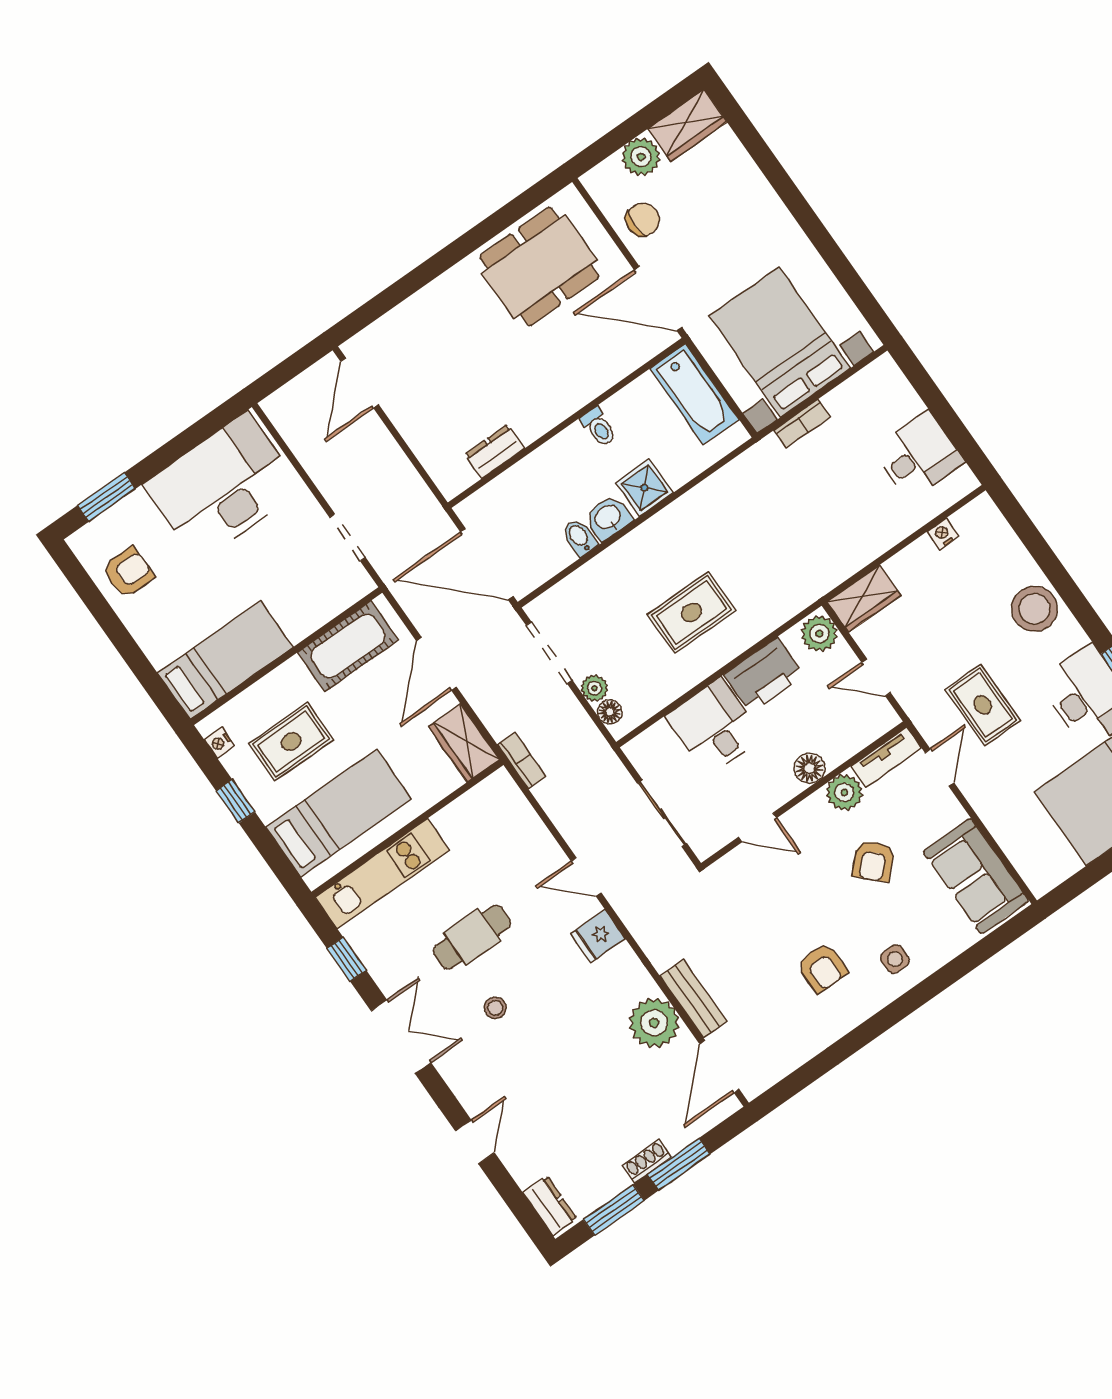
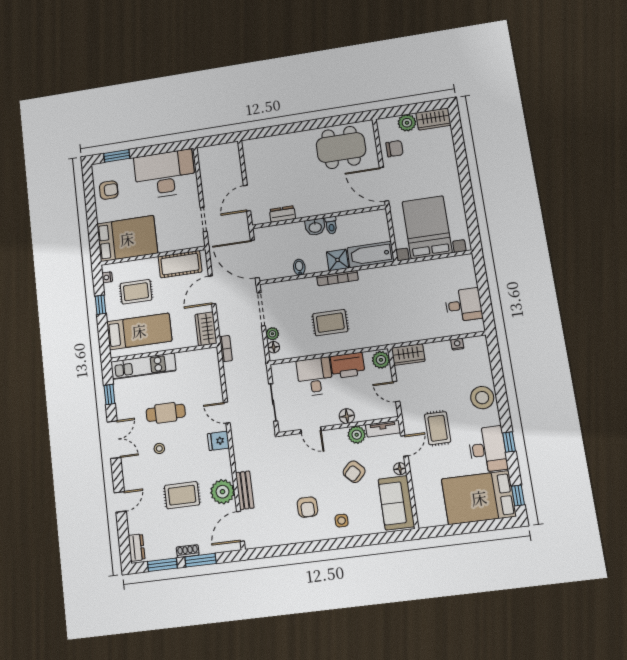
door: (360, 383) -> (247, 198), moved
bathtub: (694, 394) -> (371, 255), moved, turned 90
bookcase: (802, 423) -> (337, 278), moved, width x1.56
washbasin: (608, 518) -> (315, 227), moved, turned 180
bed: (225, 660) -> (127, 239), width x1.50
floor lamp: (952, 813) -> (400, 469), added
rug: (583, 1069) -> (182, 495), added

